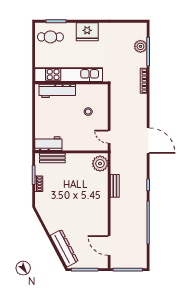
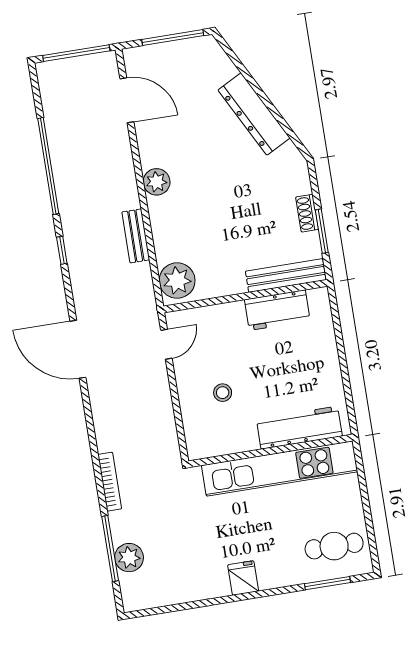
fridge: (87, 32) -> (243, 578), width x0.53, depth x0.75
door: (109, 137) -> (166, 344), hinge flipped
workbench: (48, 144) -> (277, 310), moved
bench: (52, 158) -> (286, 276), width x1.36
plant: (102, 208) -> (157, 182), added
dresser: (64, 248) -> (254, 114), moved

